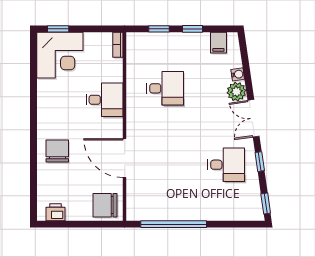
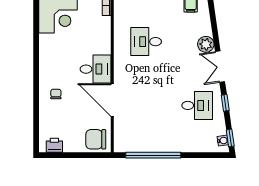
water cooler: (238, 74) -> (223, 141), moved
desk: (165, 88) -> (146, 42), turned 180
desk: (105, 100) -> (95, 69), moved
chair: (57, 151) -> (56, 94), width x0.54, depth x0.54

